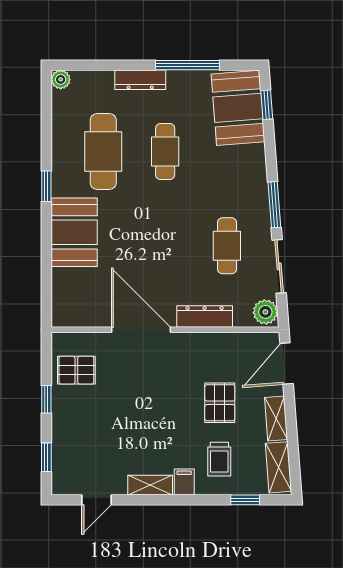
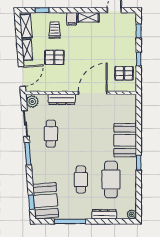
dresser: (140, 80) -> (104, 214), moved
door: (141, 330) -> (93, 93), swing flipped
pallet: (220, 403) -> (54, 57), turned 90

